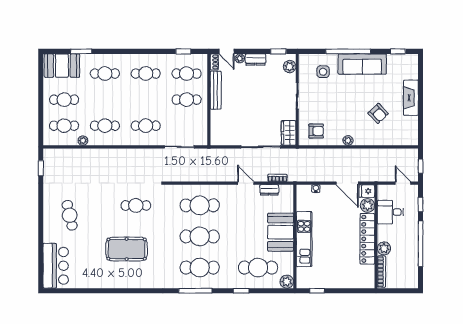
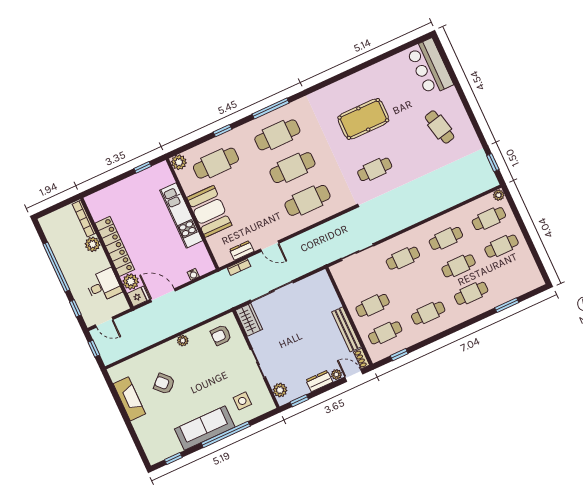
booth: (62, 66) -> (520, 281), removed
fireplace: (411, 98) -> (129, 399), moved
cafe table: (105, 100) -> (459, 266), added
plant: (83, 141) -> (499, 195), moved

